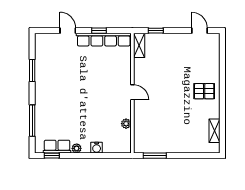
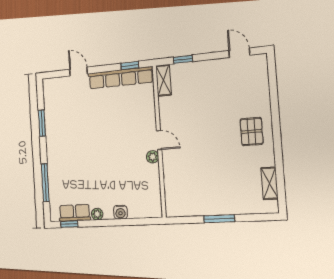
window: (99, 31) -> (130, 66), moved
pallet: (204, 91) -> (252, 131), turned 90
plant: (126, 124) -> (153, 157), moved
window: (155, 156) -> (219, 219), moved

